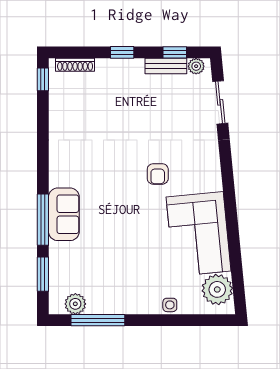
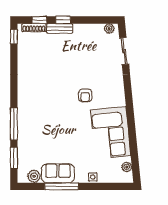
window: (175, 52) -> (39, 20), moved
bench: (166, 66) -> (60, 28), moved
sofa: (64, 214) -> (58, 173), moved, turned -90
plant: (217, 289) -> (127, 167), width x0.53, depth x0.53
window: (98, 320) -> (62, 186), moved

